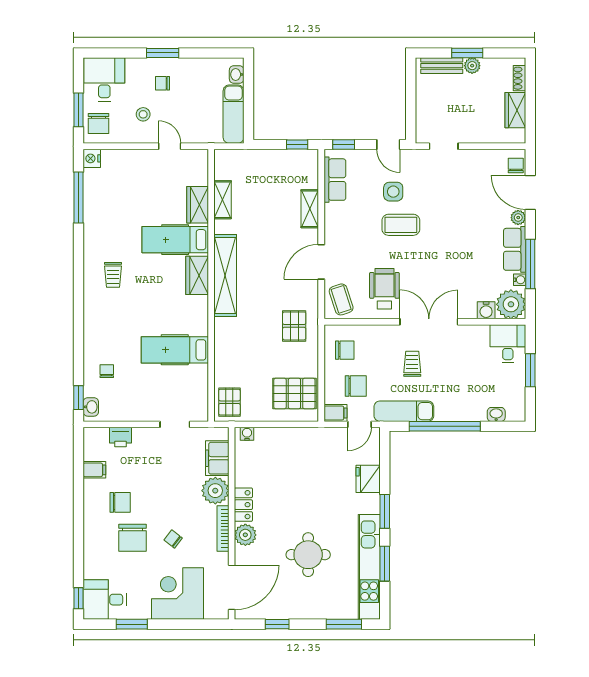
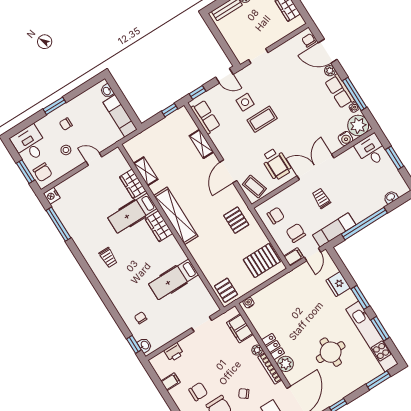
wheelchair: (384, 289) -> (276, 164), turned 180
chair: (356, 386) -> (296, 233), turned -90
plant: (215, 491) -> (257, 350), width x0.53, depth x0.53

